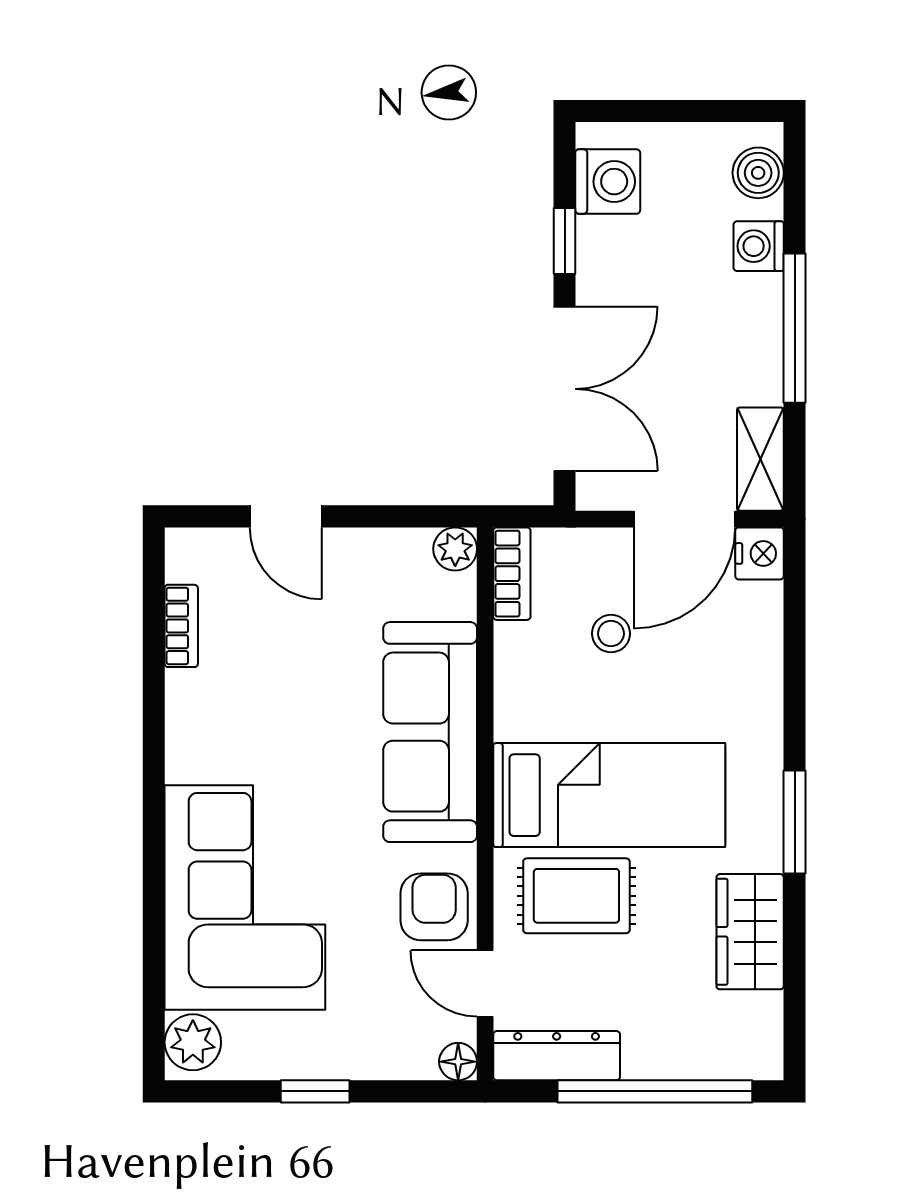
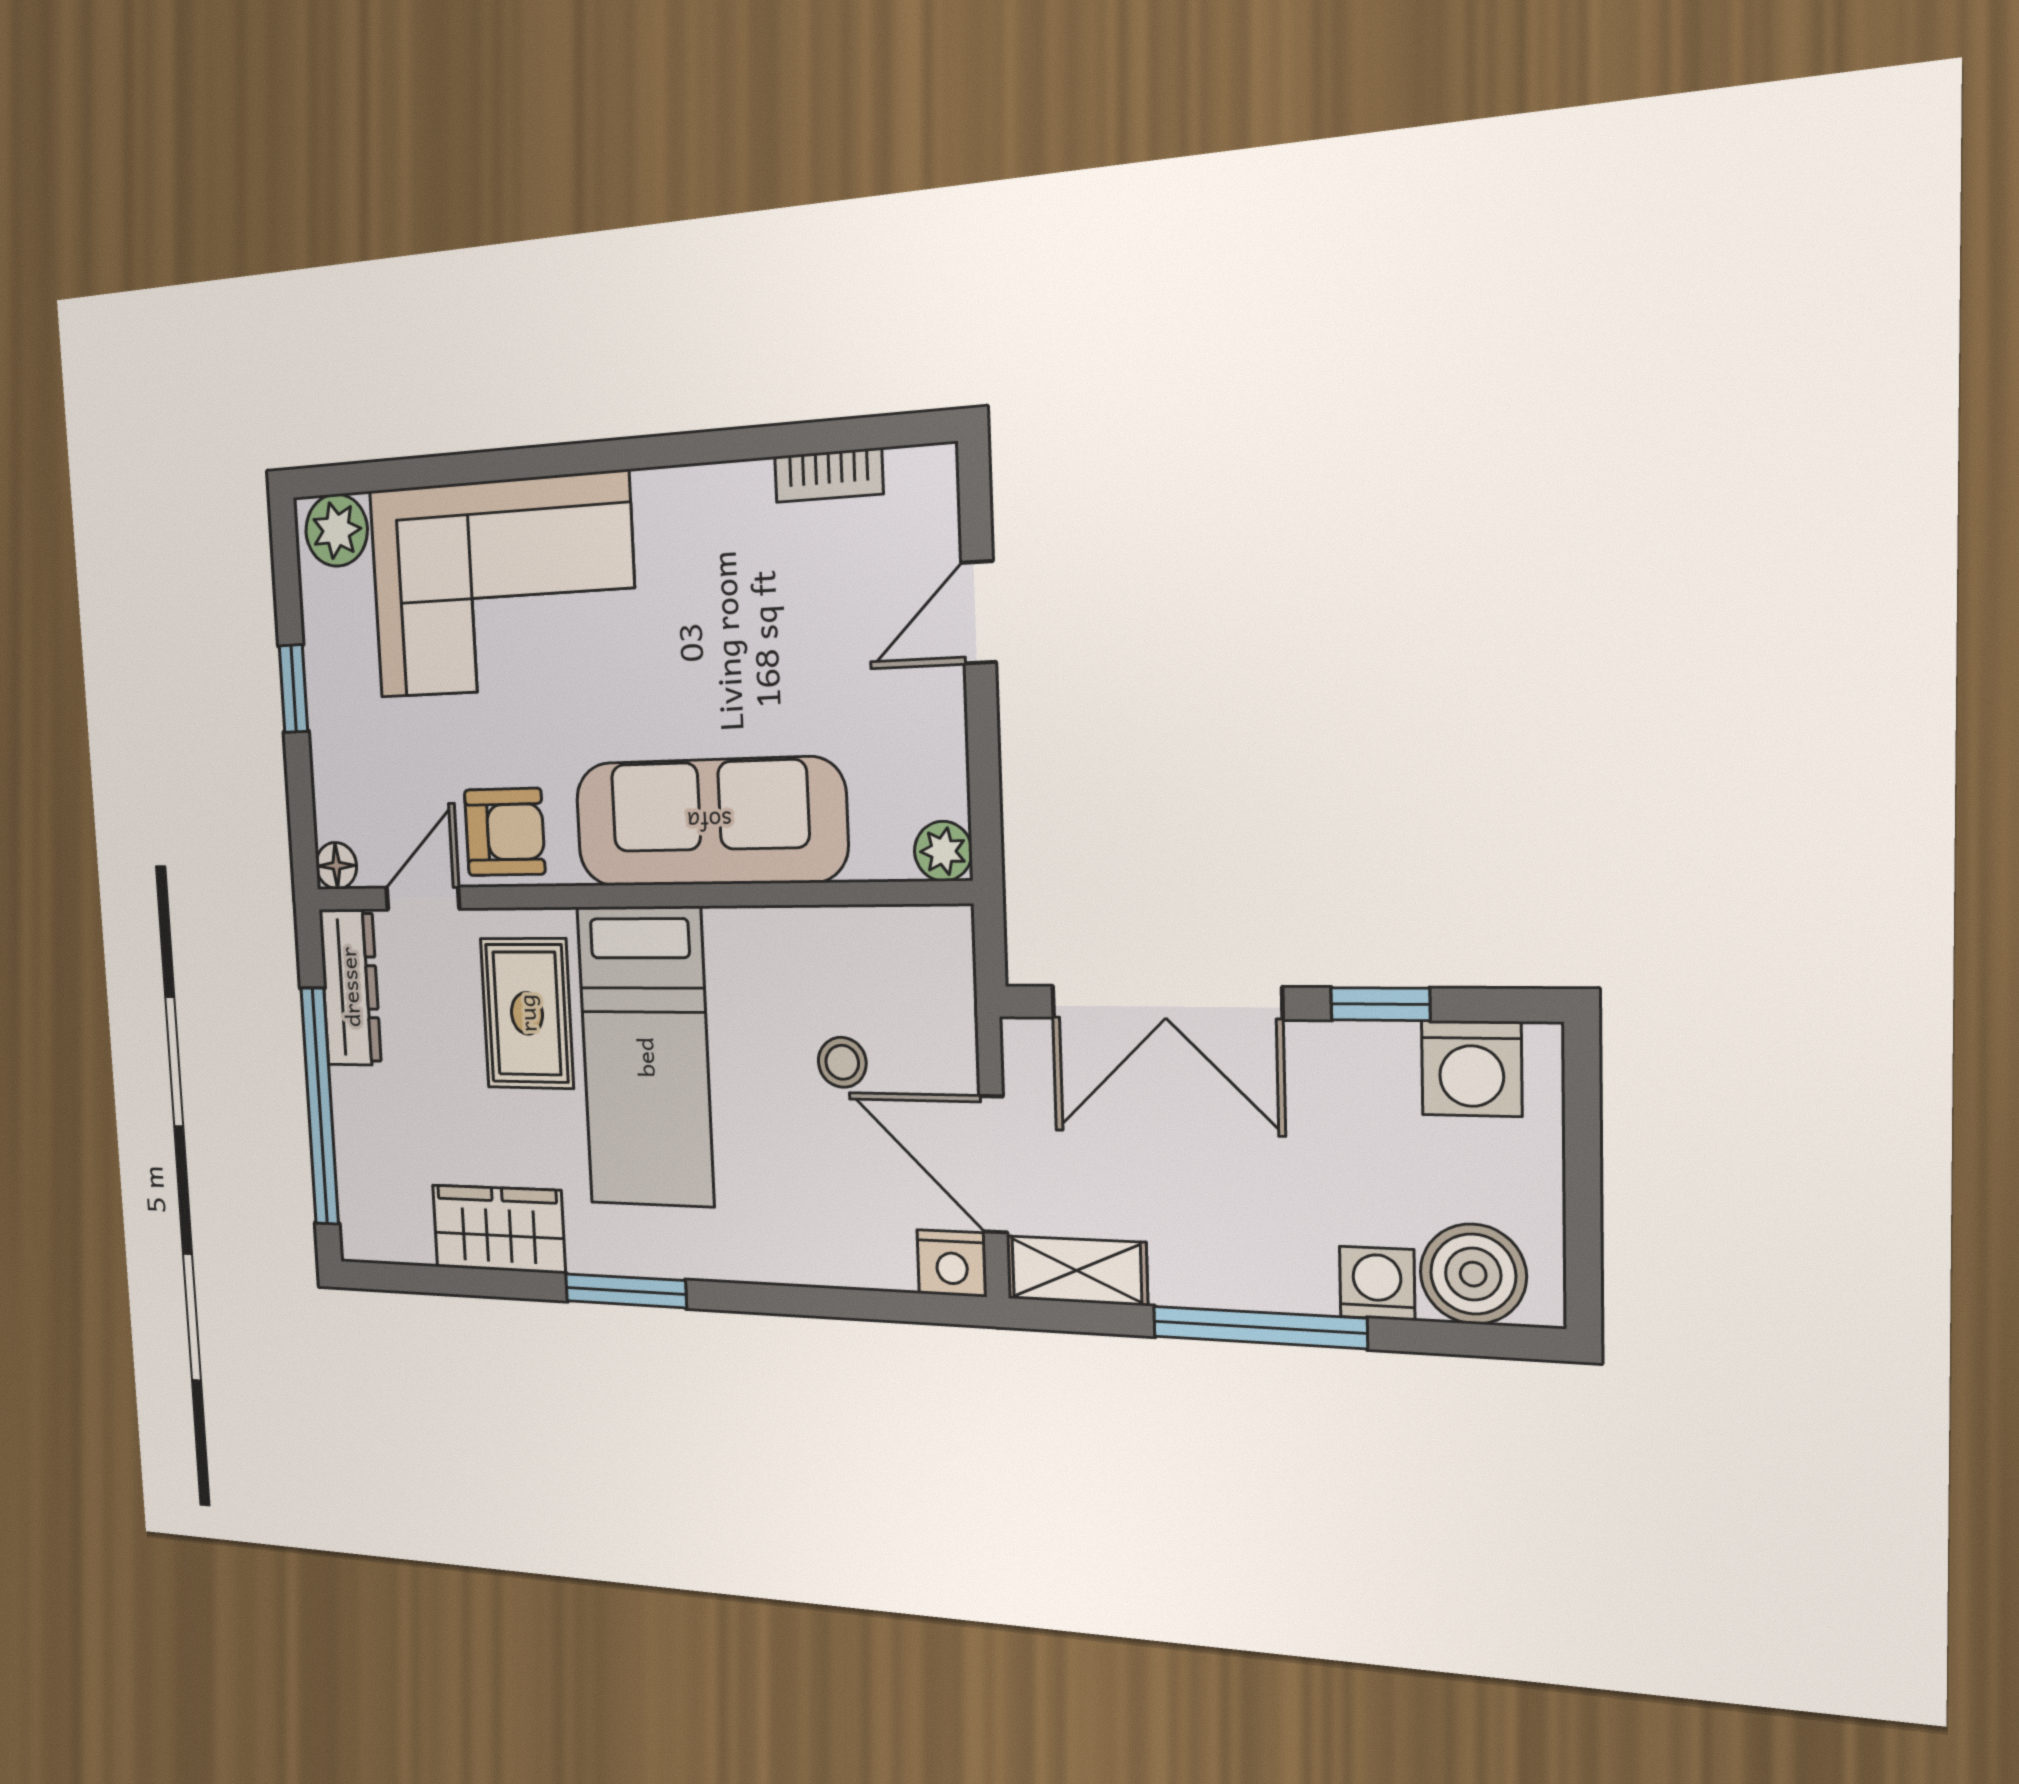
boiler: (758, 173) -> (1473, 1274), width x1.36, depth x1.36
bookcase: (512, 574) -> (914, 929), removed

